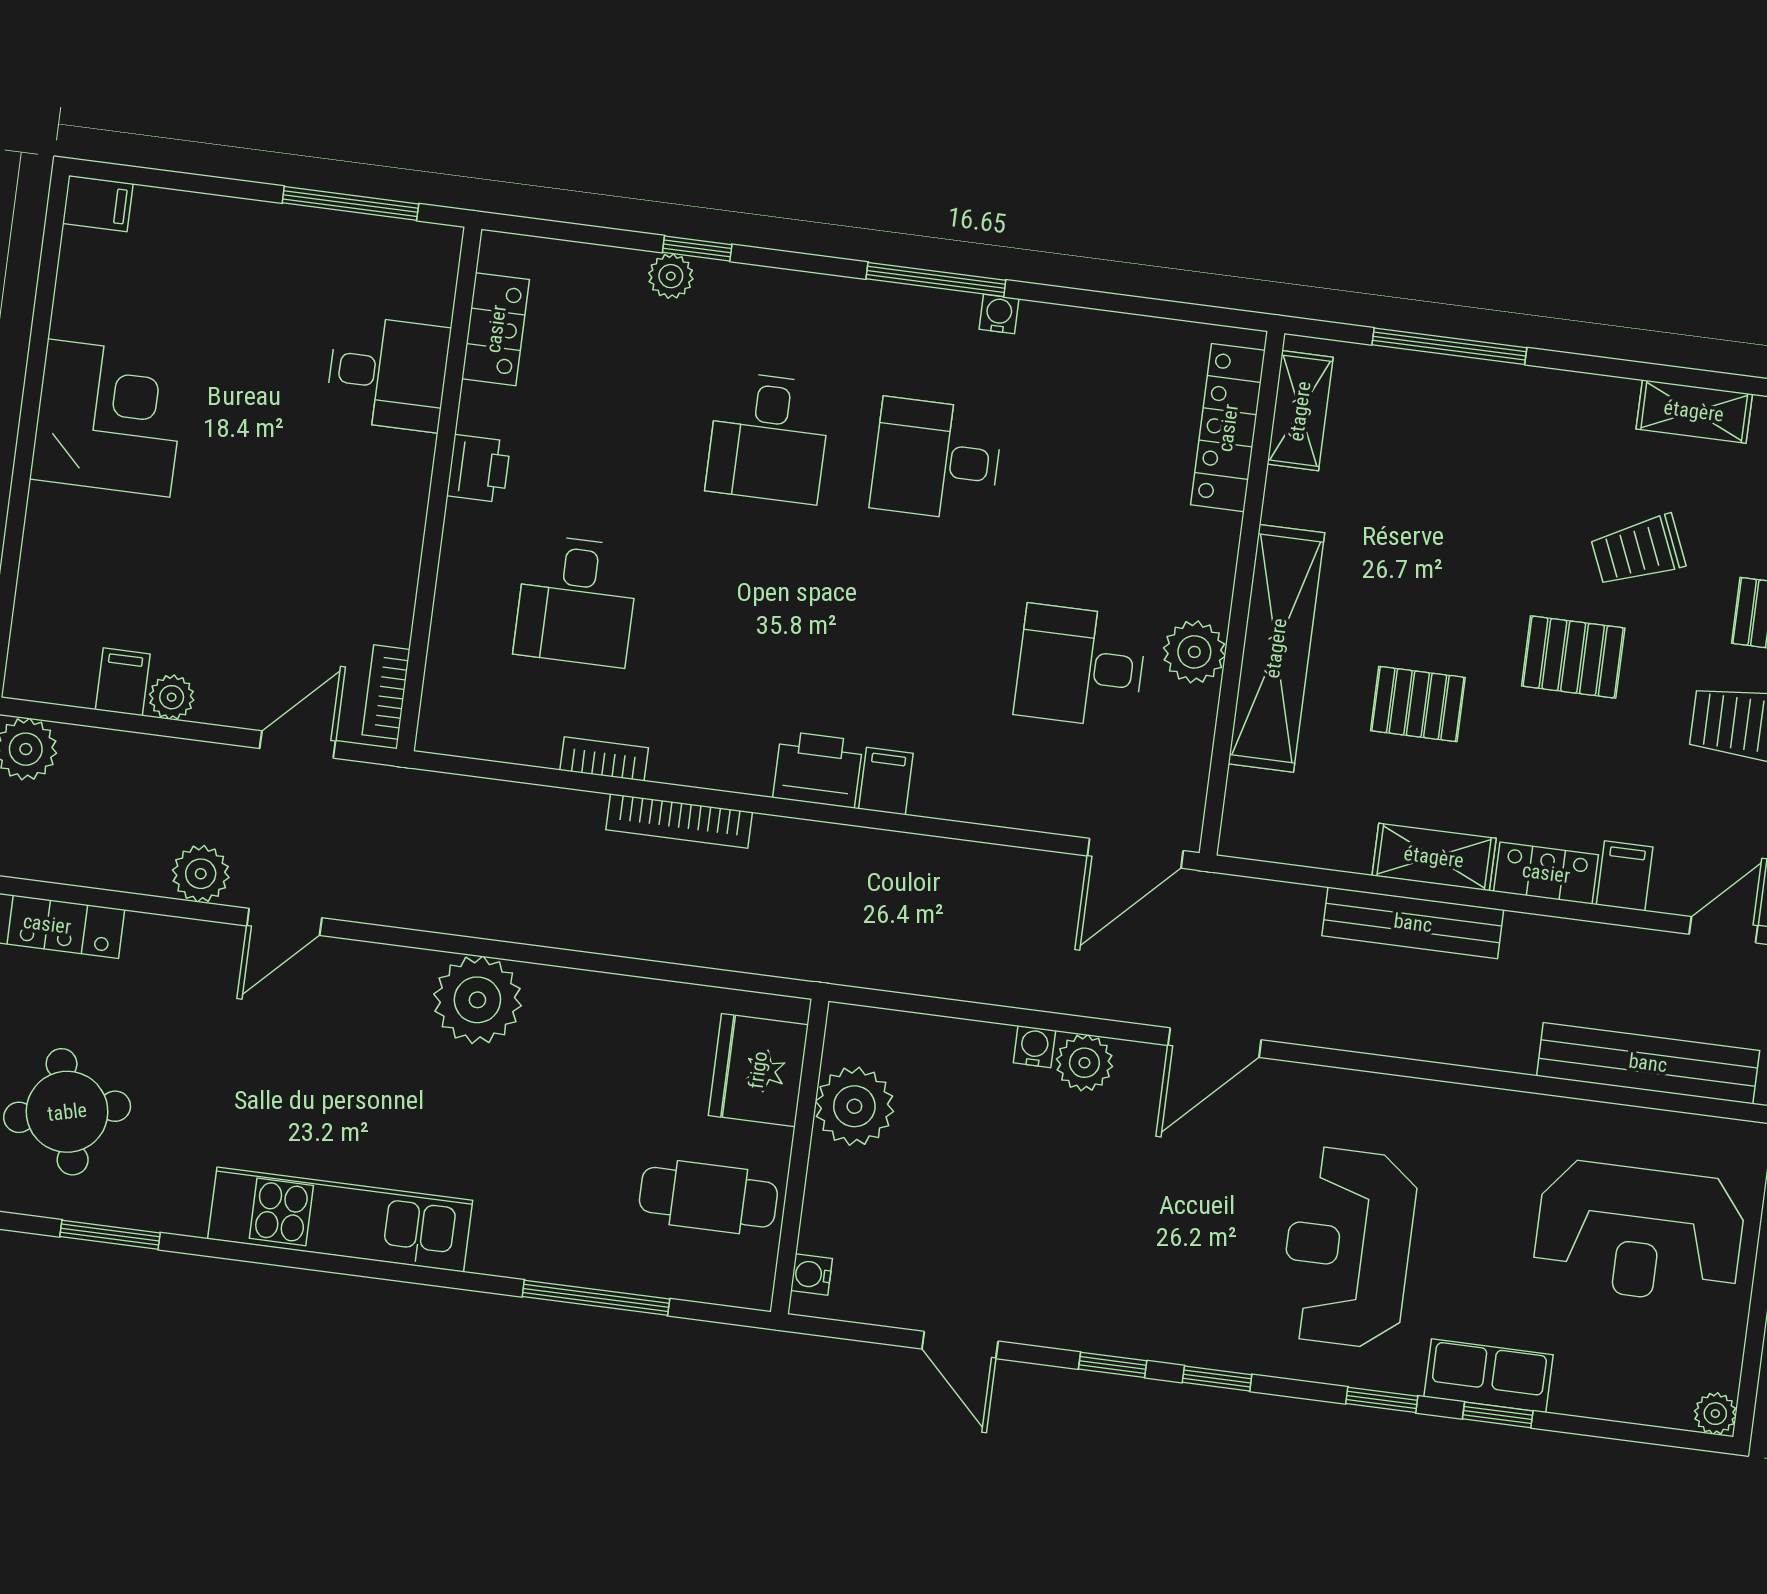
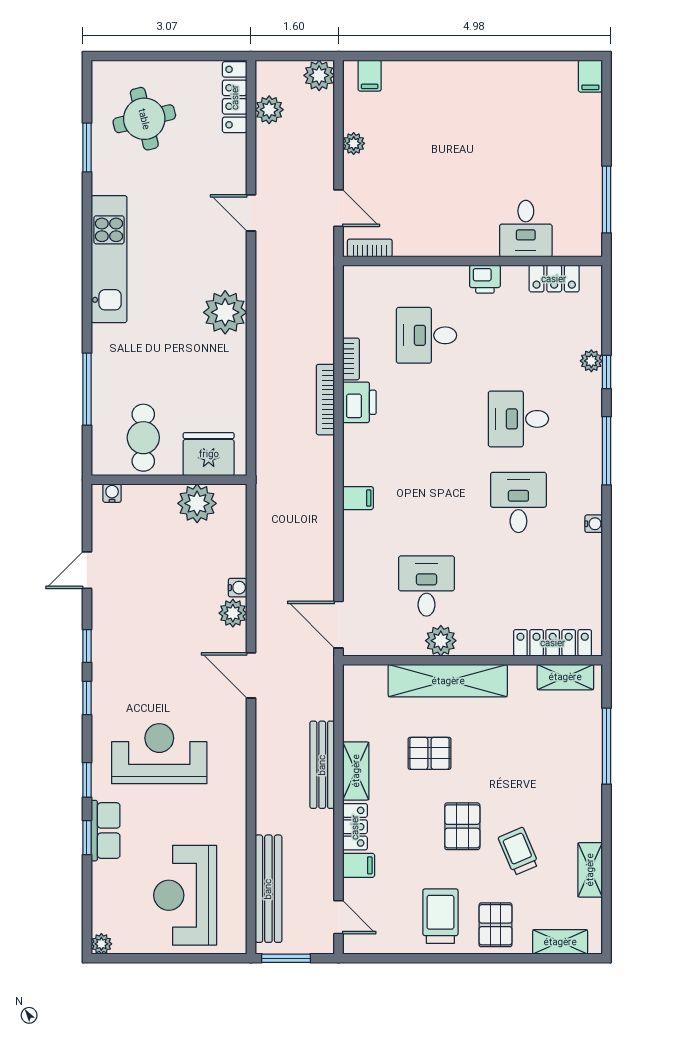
window: (936, 279) -> (606, 451), moved
corner desk: (109, 418) -> (486, 95), removed
filing cabinet: (123, 682) -> (370, 76), moved, turned 90
pallet: (1418, 704) -> (429, 753), turned 90
printer: (818, 769) -> (359, 402), moved
plant: (201, 874) -> (269, 110), moved

